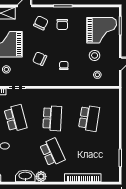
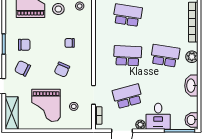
school desk: (52, 152) -> (165, 56), turned 33
plant: (41, 176) -> (192, 57), moved

